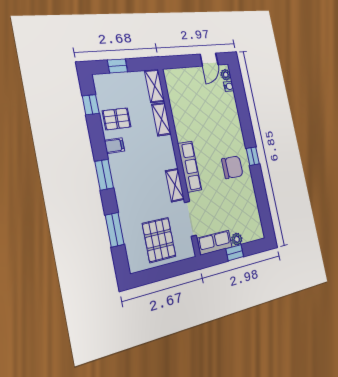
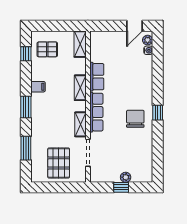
window: (118, 66) -> (53, 26), removed
pallet: (117, 119) -> (47, 49), moved
shelving: (161, 119) -> (80, 88), moved
chair: (232, 167) -> (135, 119), turned -90
row of seats: (215, 243) -> (97, 77), moved, turned 90

